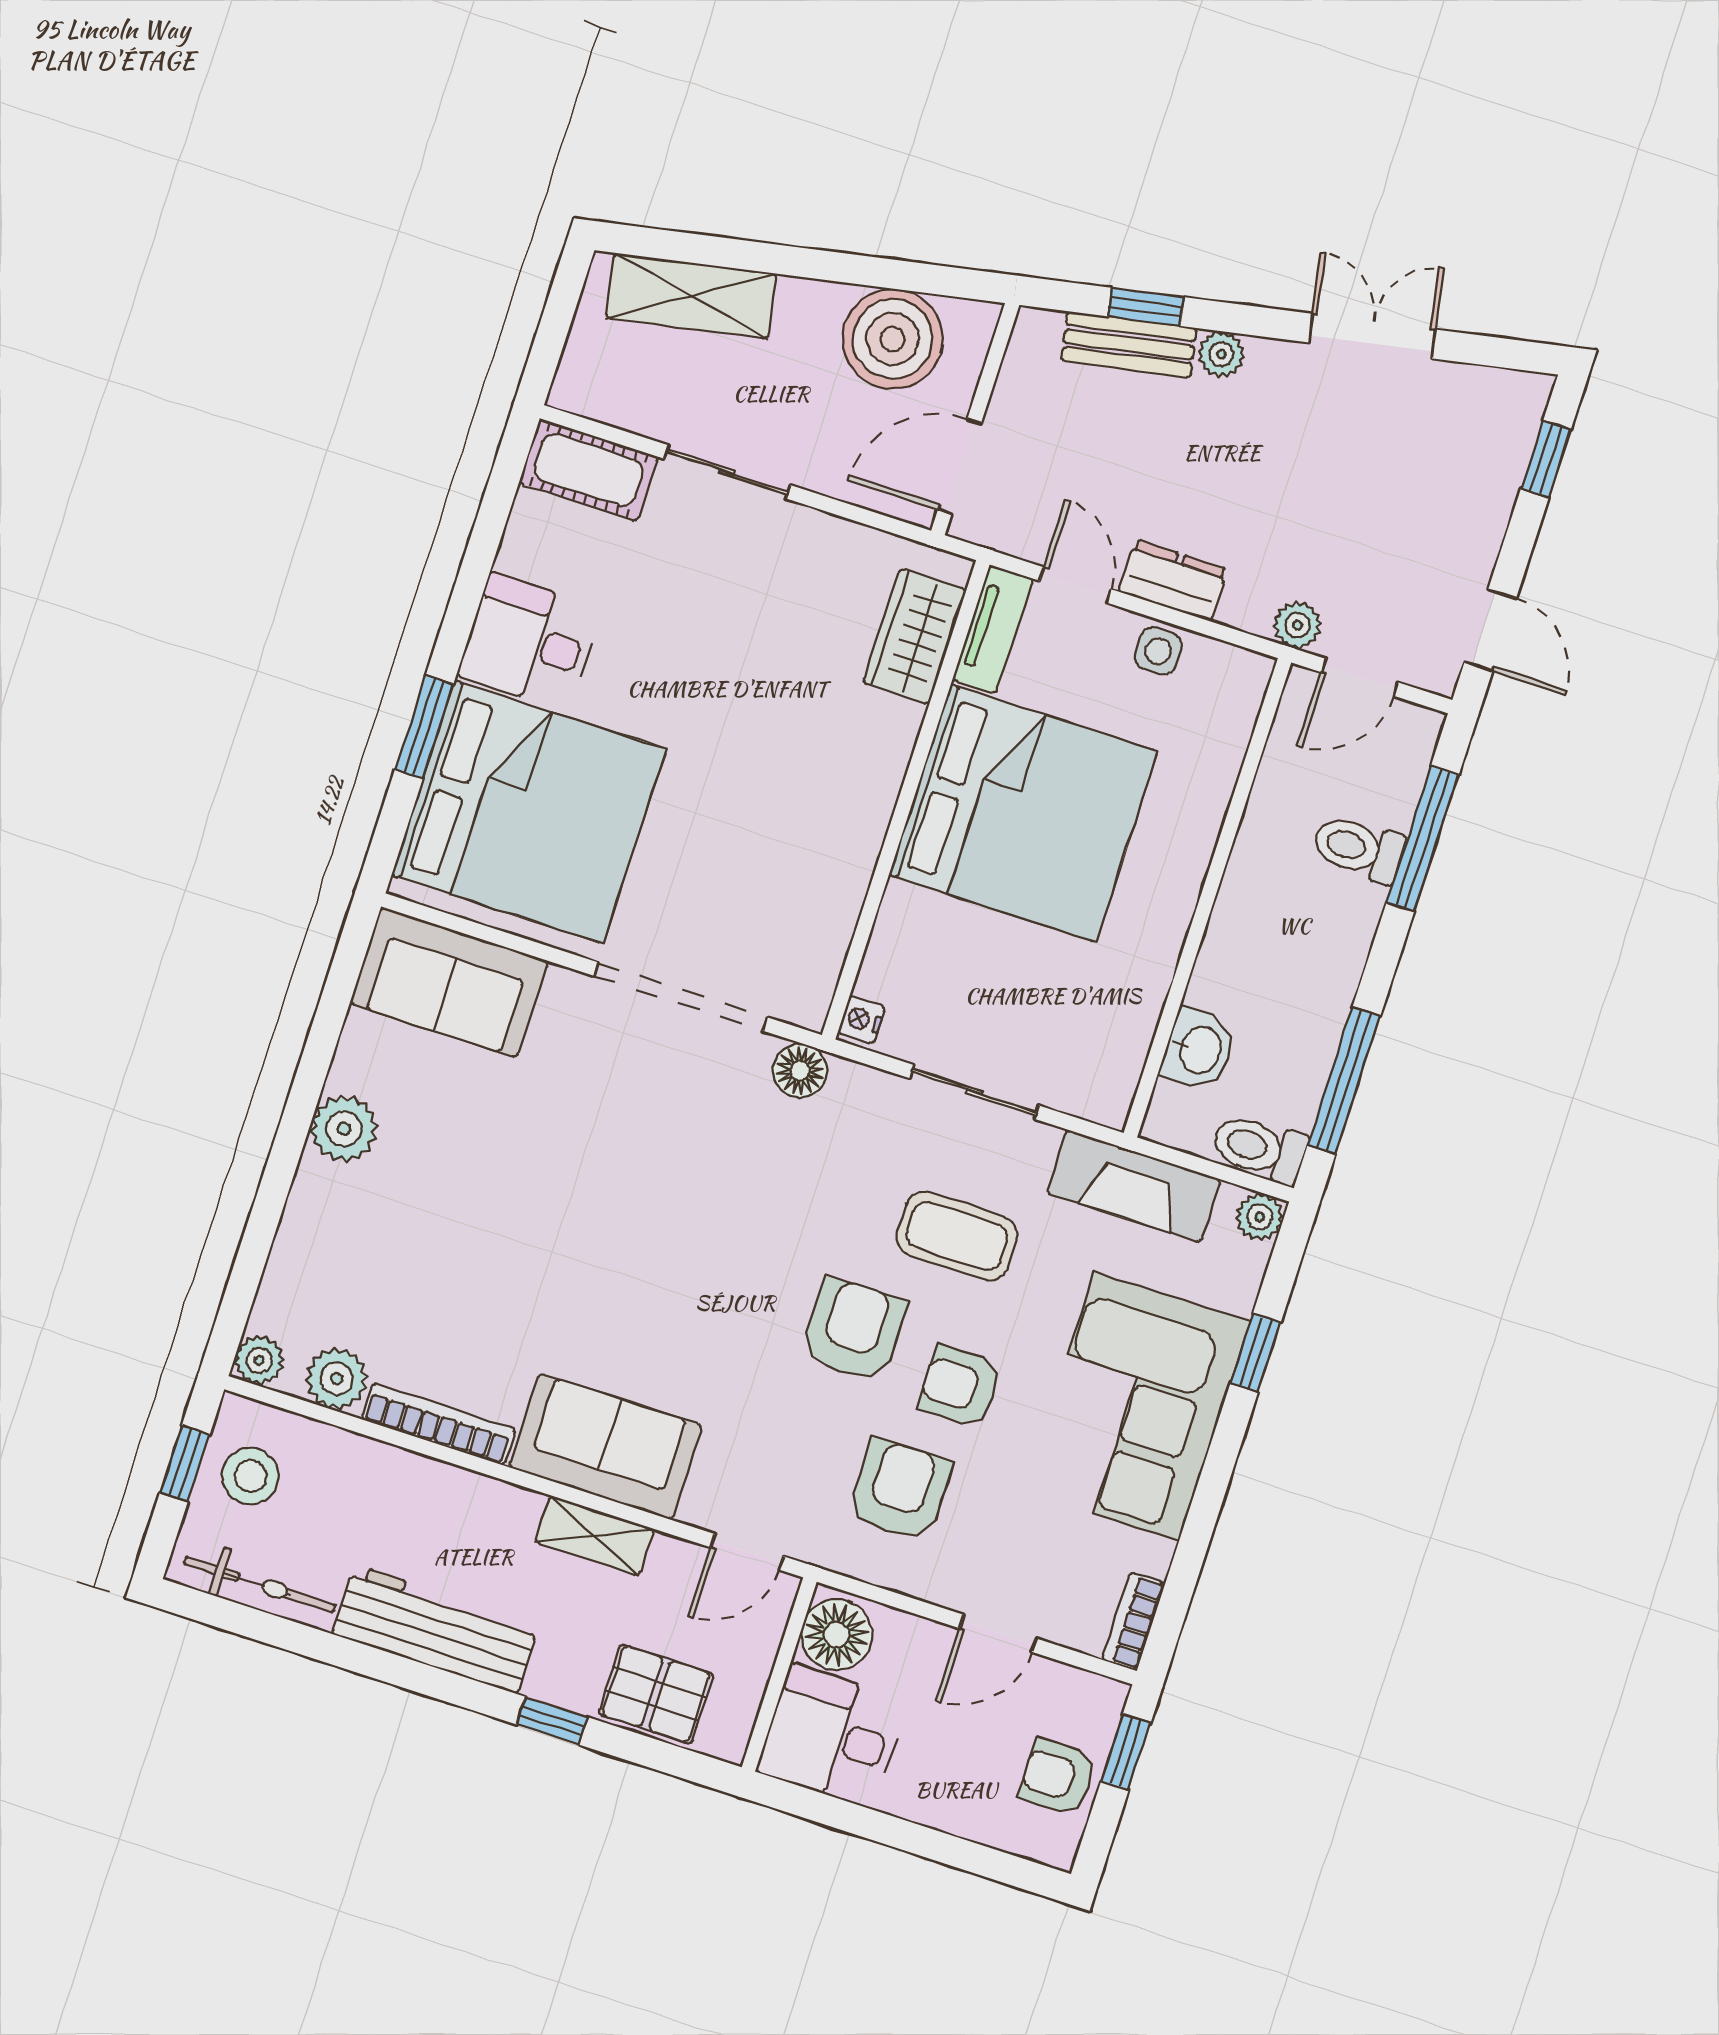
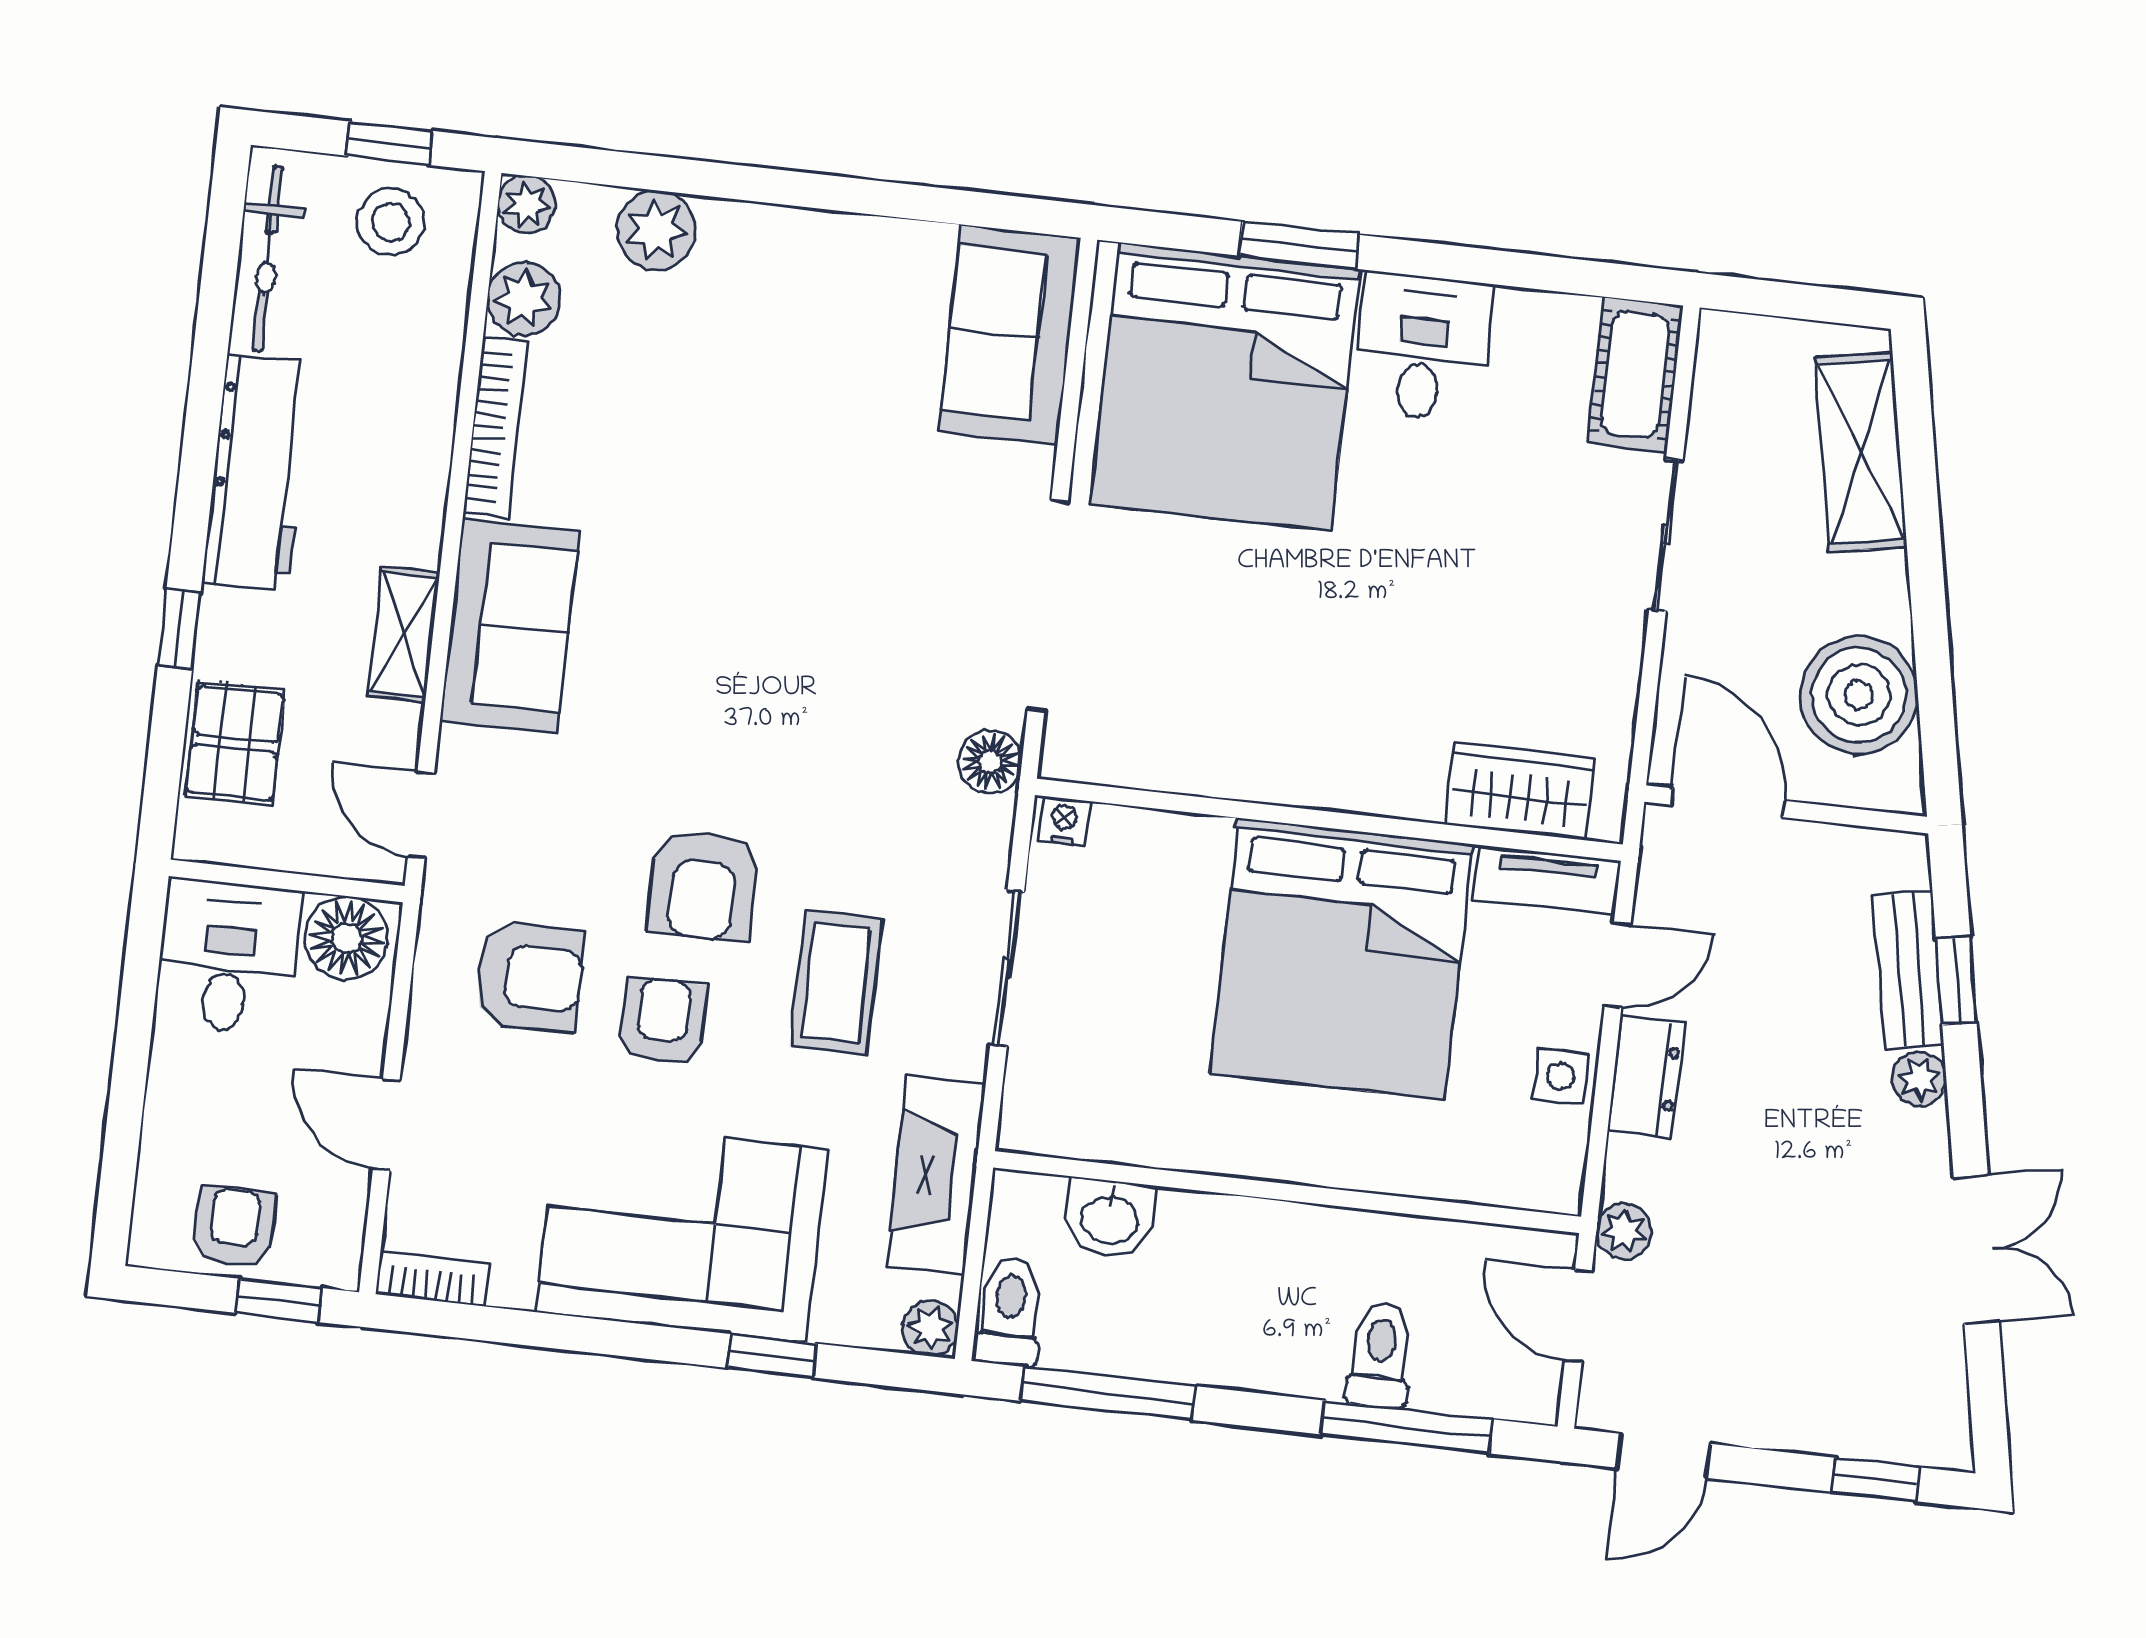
plant: (344, 1129) -> (656, 230), moved
armchair: (853, 1330) -> (703, 885), turned 90

